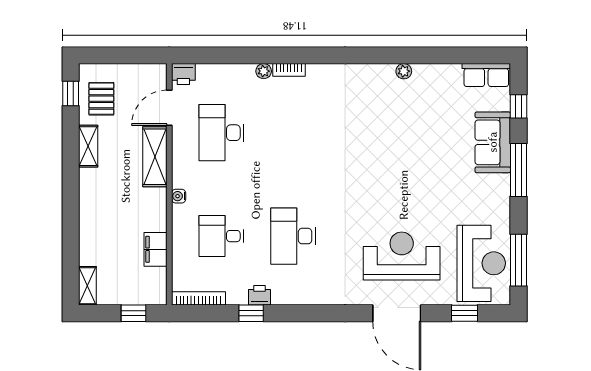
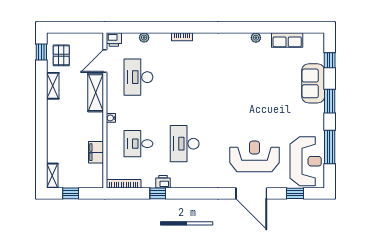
plant: (264, 71) -> (144, 38), moved
row of seats: (486, 75) -> (287, 40), moved
window: (519, 170) -> (330, 101), width x0.69
window: (519, 260) -> (330, 147), moved
window: (133, 313) -> (71, 193), moved

